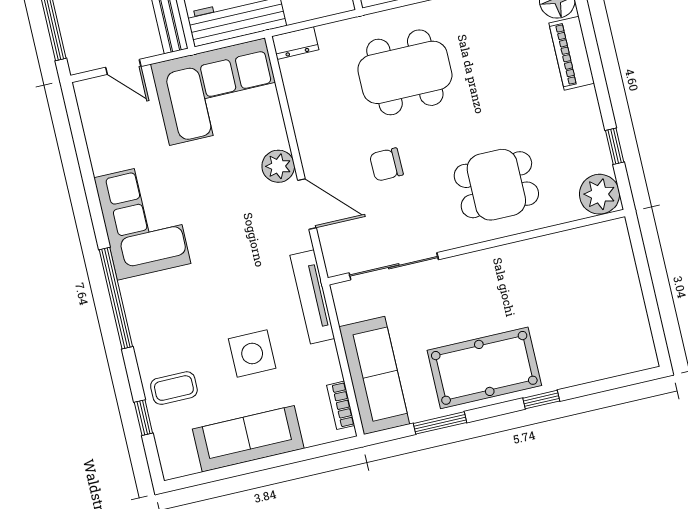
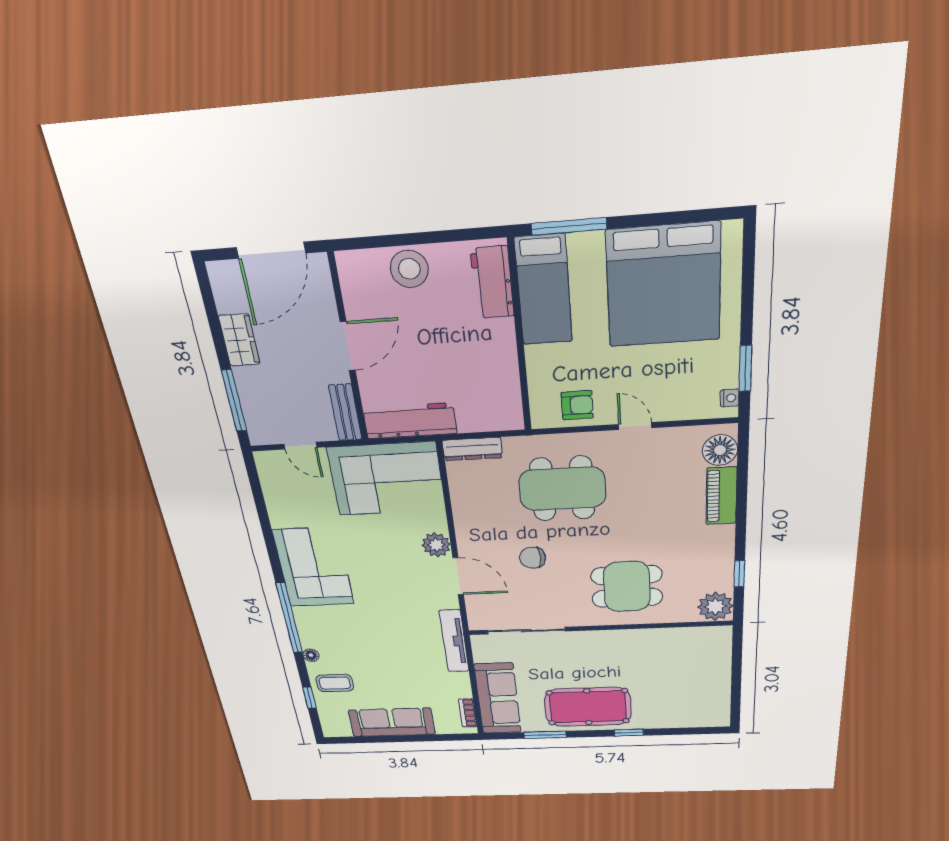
dresser: (295, 43) -> (472, 449), width x1.44
floor lamp: (143, 350) -> (311, 655), added
side table: (252, 353) -> (400, 671), removed

